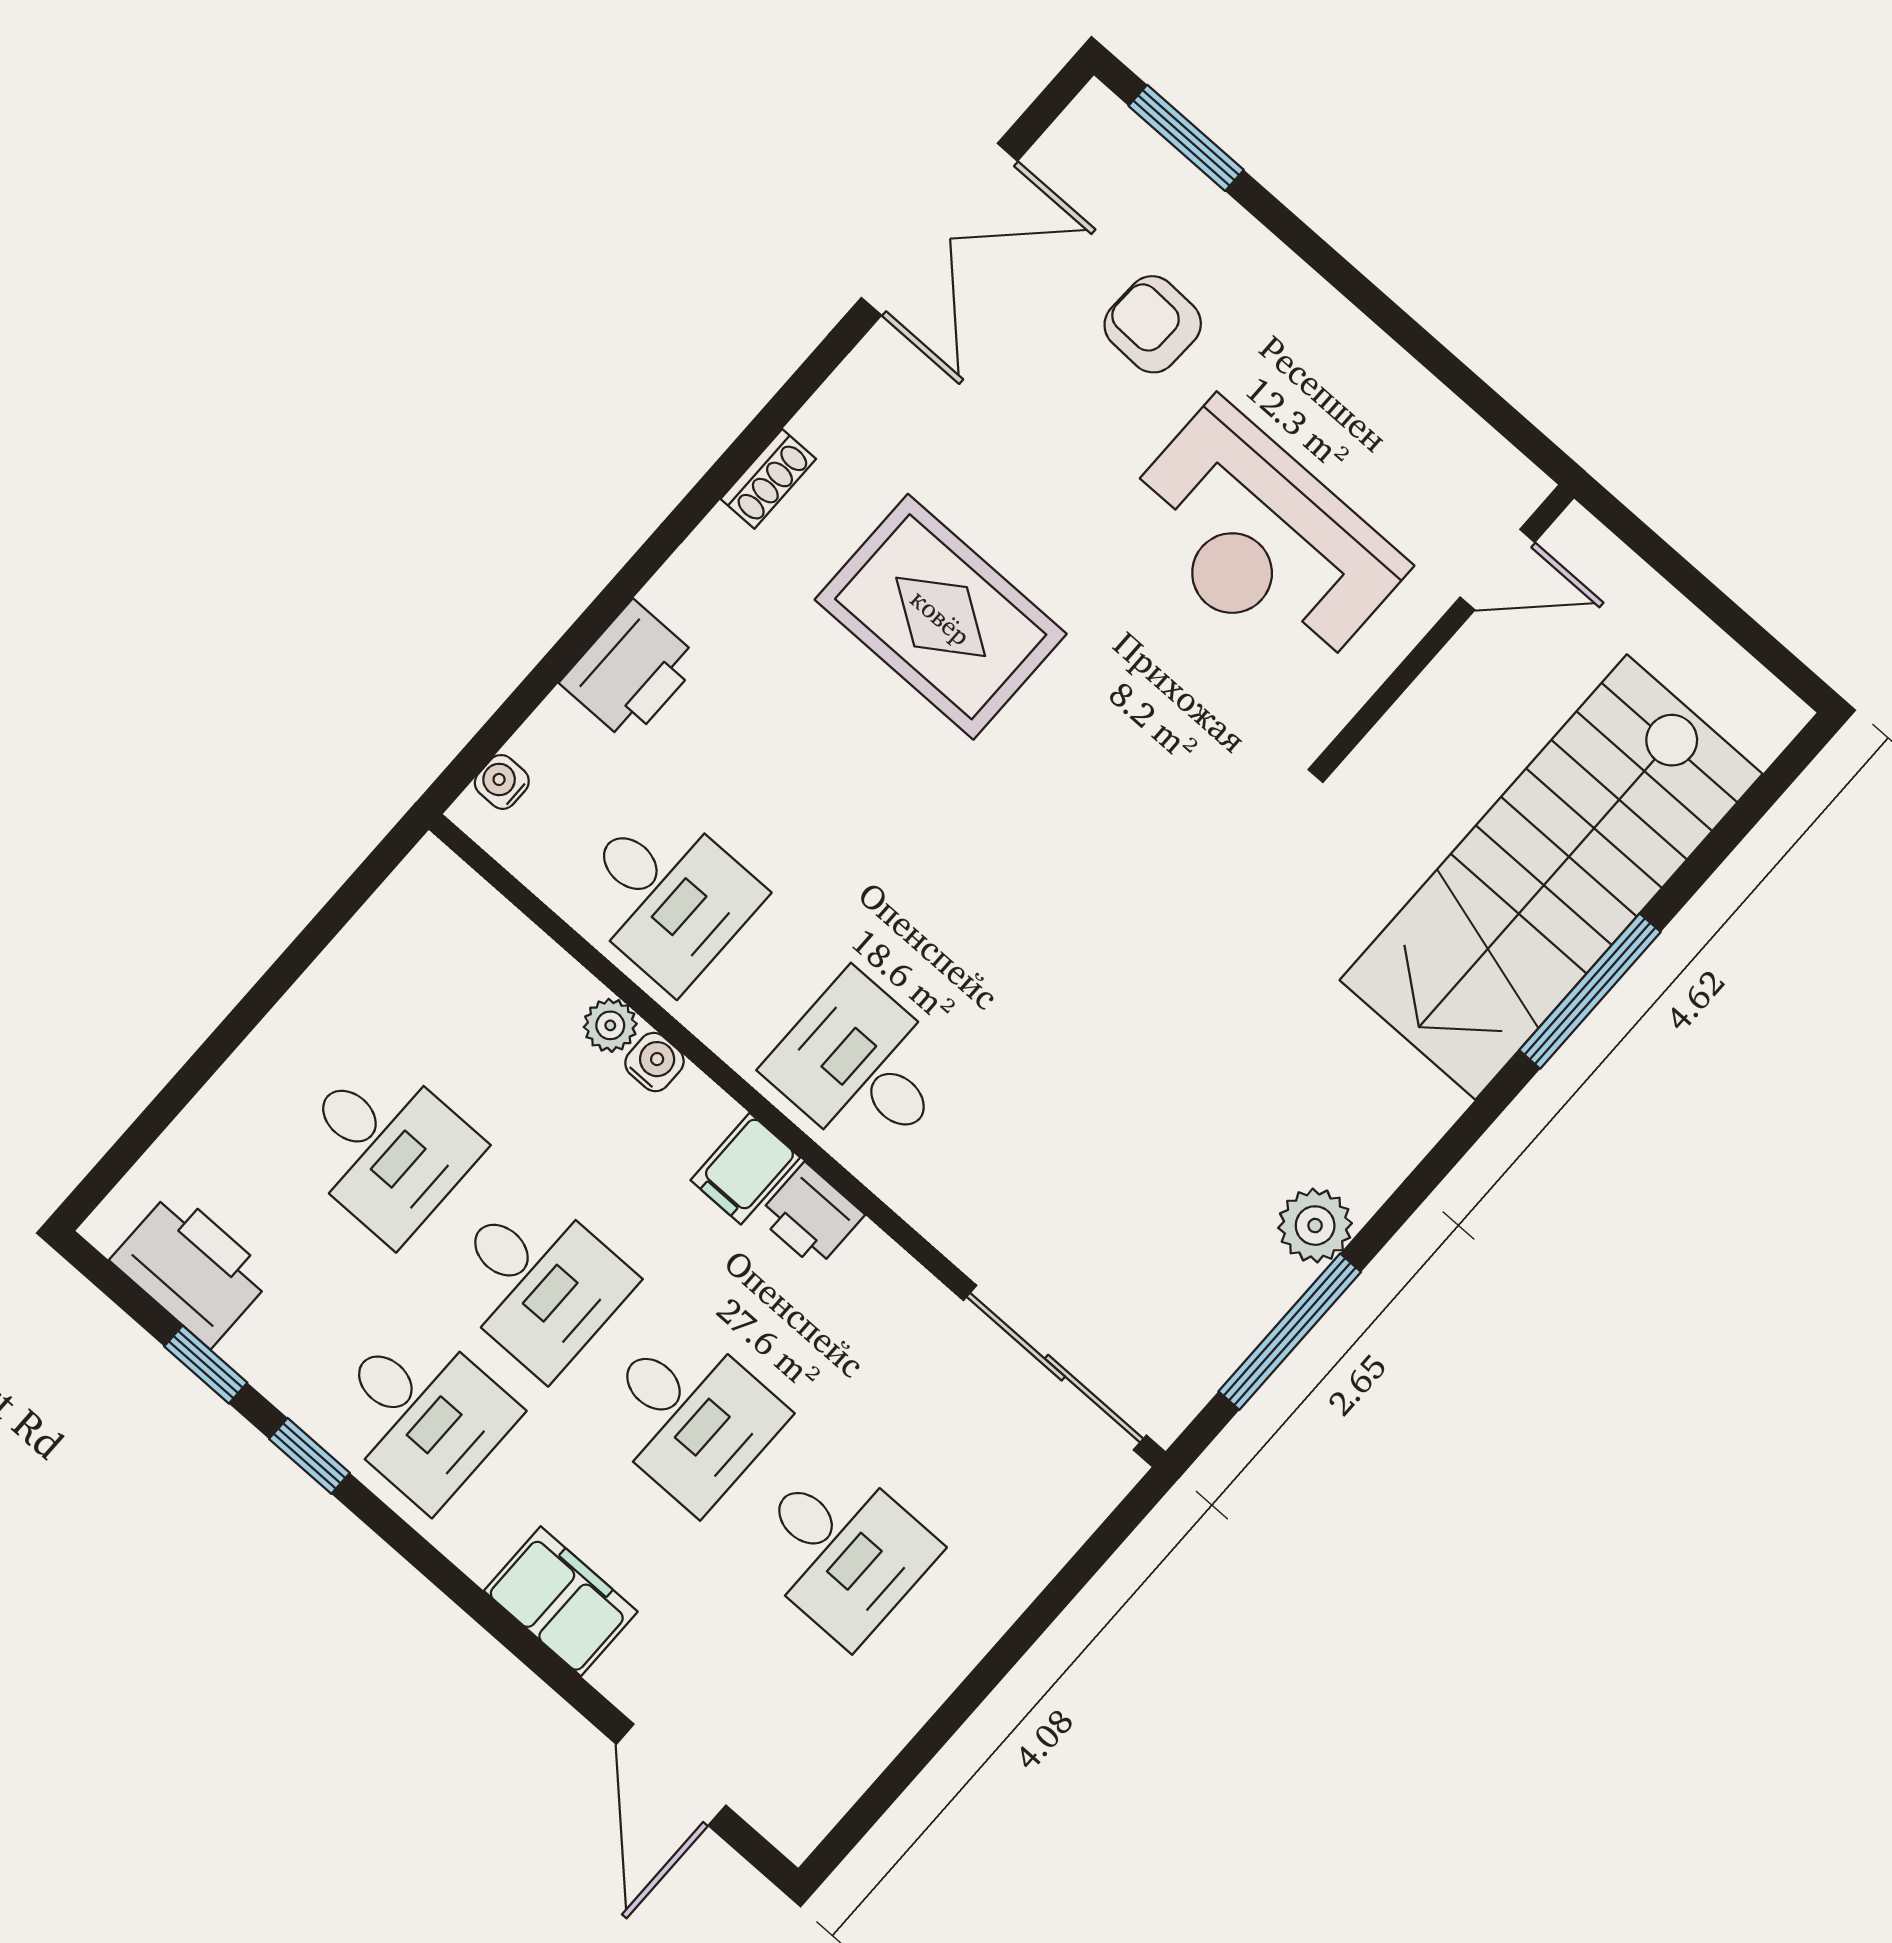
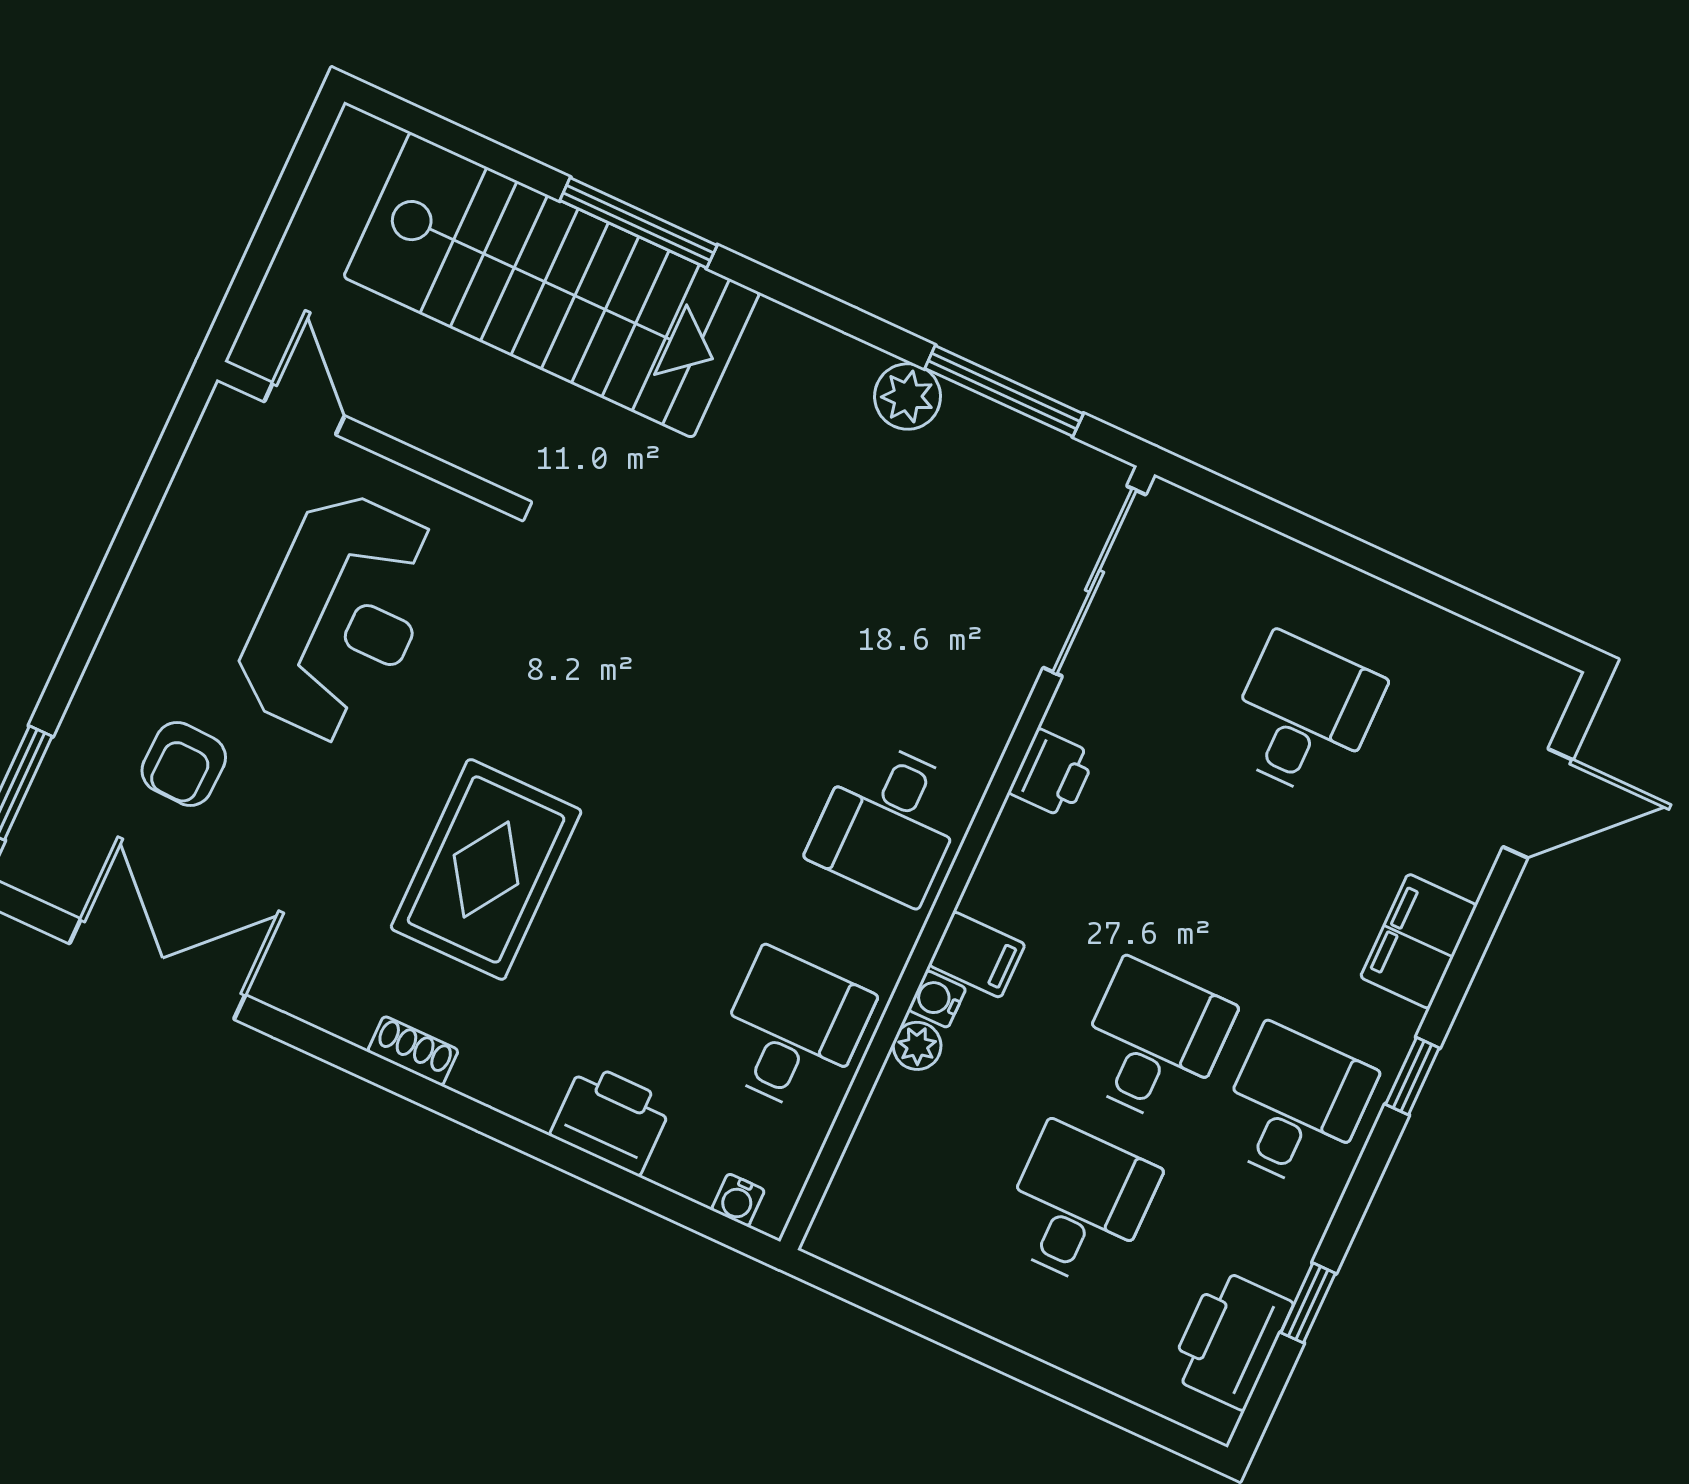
filing cabinet: (745, 1169) -> (977, 955), moved
printer: (811, 1215) -> (1052, 774), moved
desk: (689, 1416) -> (1229, 879), removed
window: (309, 1456) -> (1412, 1076), moved

